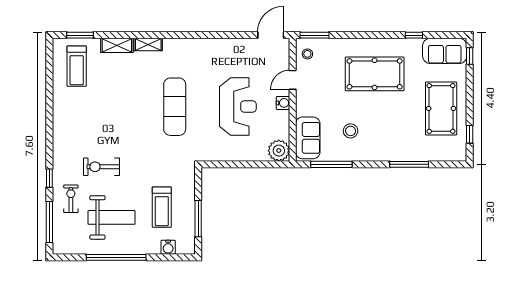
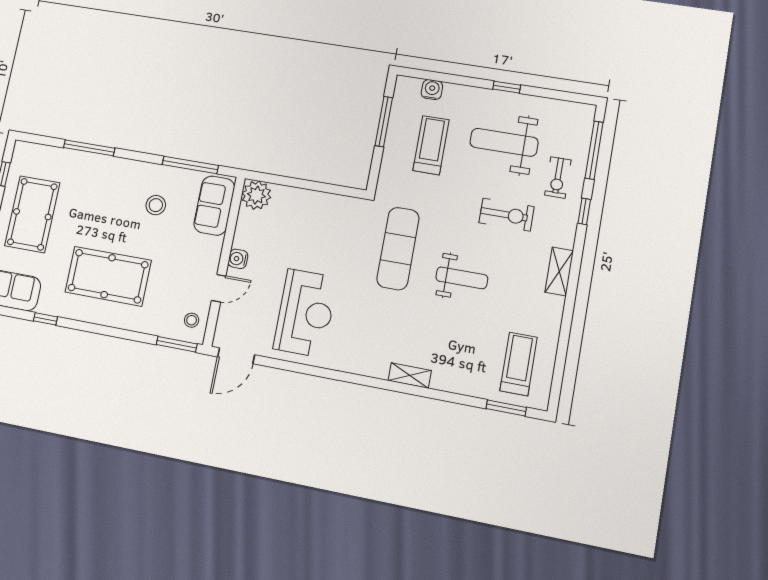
shelving: (117, 45) -> (559, 271), moved, turned 90
exercise mat: (175, 107) -> (398, 249), moved
reception desk: (238, 107) -> (305, 313), moved, turned 180
weight bench: (124, 118) -> (462, 278), added
window: (116, 257) -> (507, 87), width x0.32

